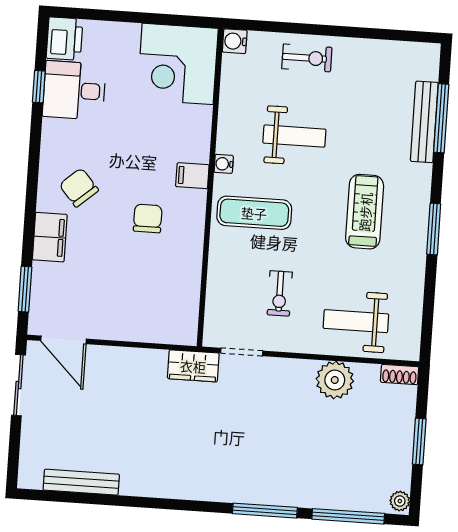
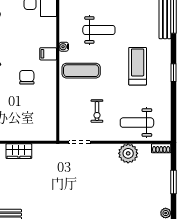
window: (434, 229) -> (174, 73), width x0.67
wardrobe: (193, 366) -> (19, 151), moved

